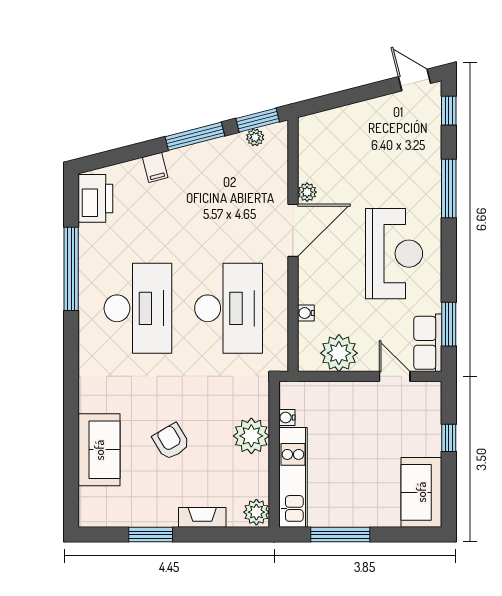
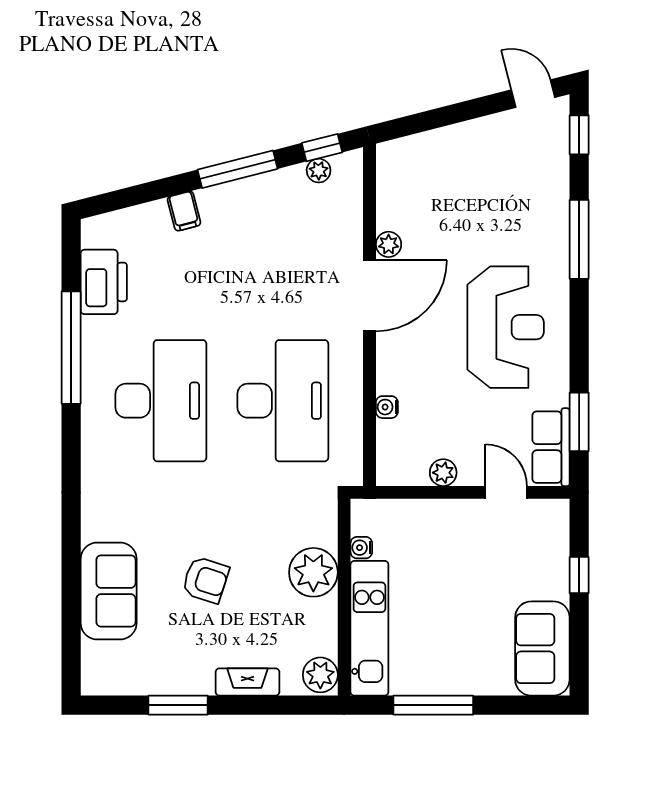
window: (258, 120) -> (322, 148), width x0.67
printer: (95, 198) -> (104, 282), moved
plant: (339, 353) -> (443, 473), width x0.53, depth x0.53
armchair: (171, 441) -> (206, 580), turned 139

